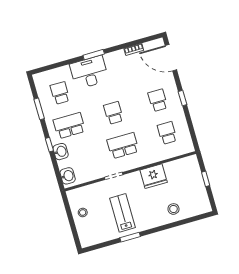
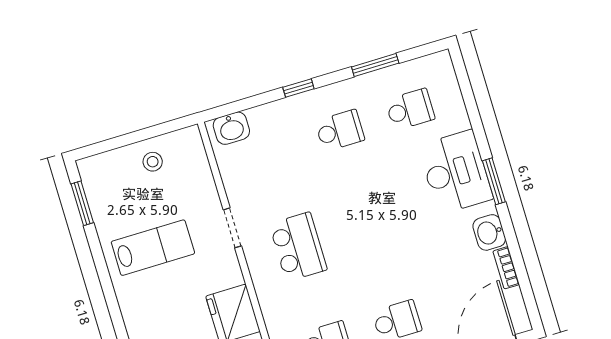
school desk: (114, 113) -> (368, 226), removed
school desk: (69, 126) -> (340, 131), width x0.54
washbasin: (61, 152) -> (489, 232), moved, turned 90
window: (130, 237) -> (82, 203), moved

